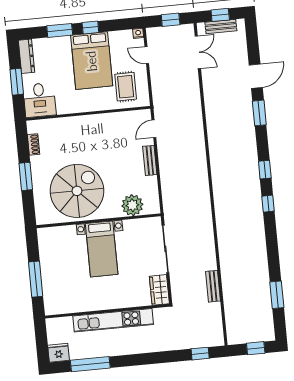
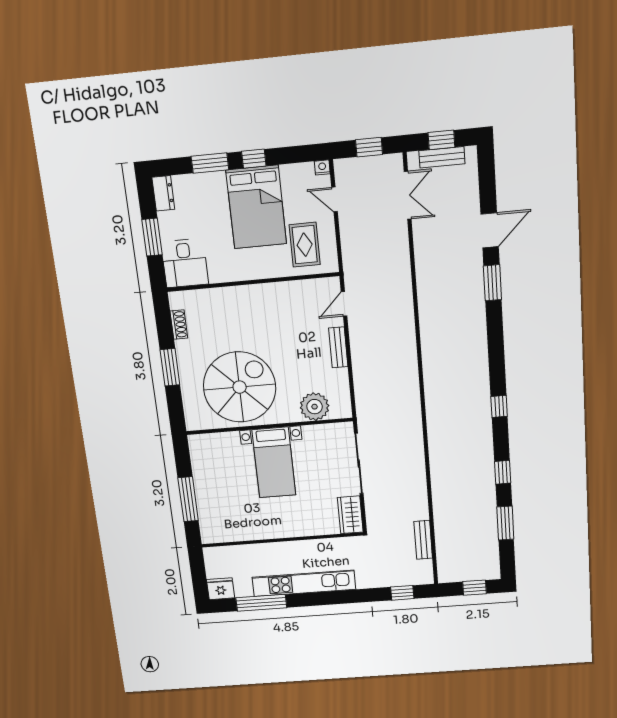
dresser: (27, 56) -> (163, 193), width x0.70
window: (265, 170) -> (503, 472), moved
bench: (213, 286) -> (423, 540), moved
kitchen unit: (113, 320) -> (304, 583), moved, turned 180

